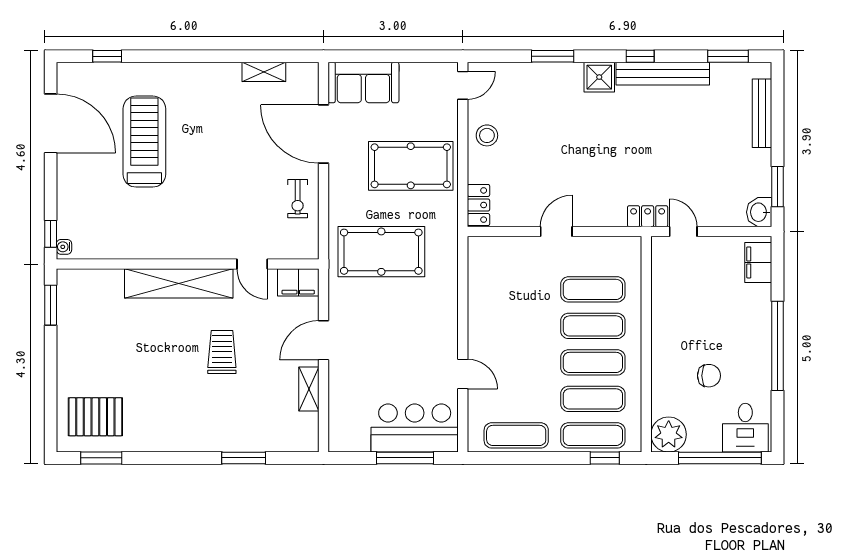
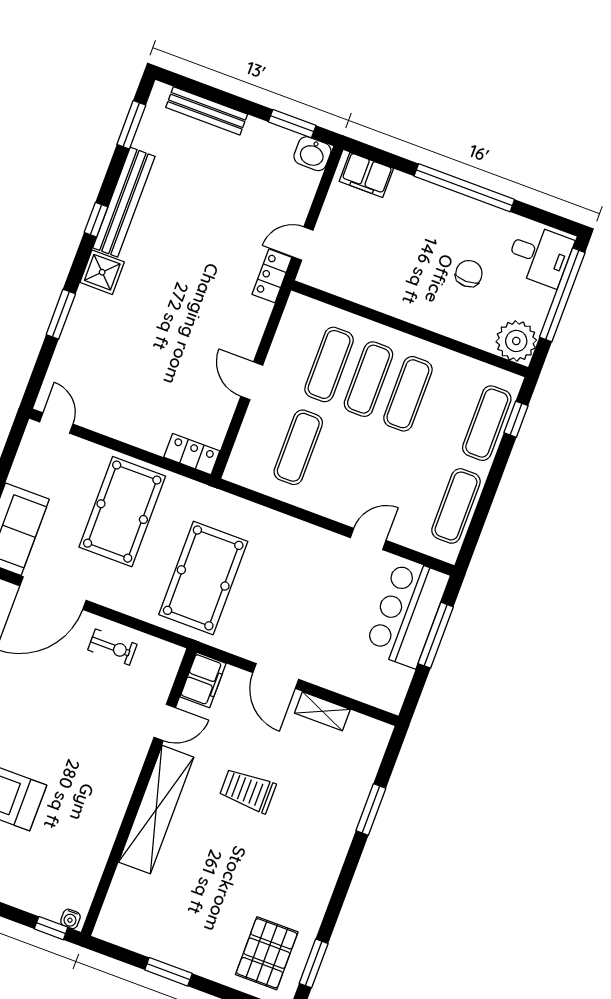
stool: (487, 135) -> (120, 417), removed
window: (51, 305) -> (168, 972), moved
exercise mat: (593, 399) -> (298, 447), moved

